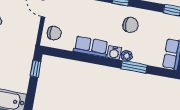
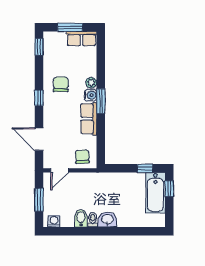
window: (134, 67) -> (101, 101), moved
window: (36, 69) -> (145, 168), moved

